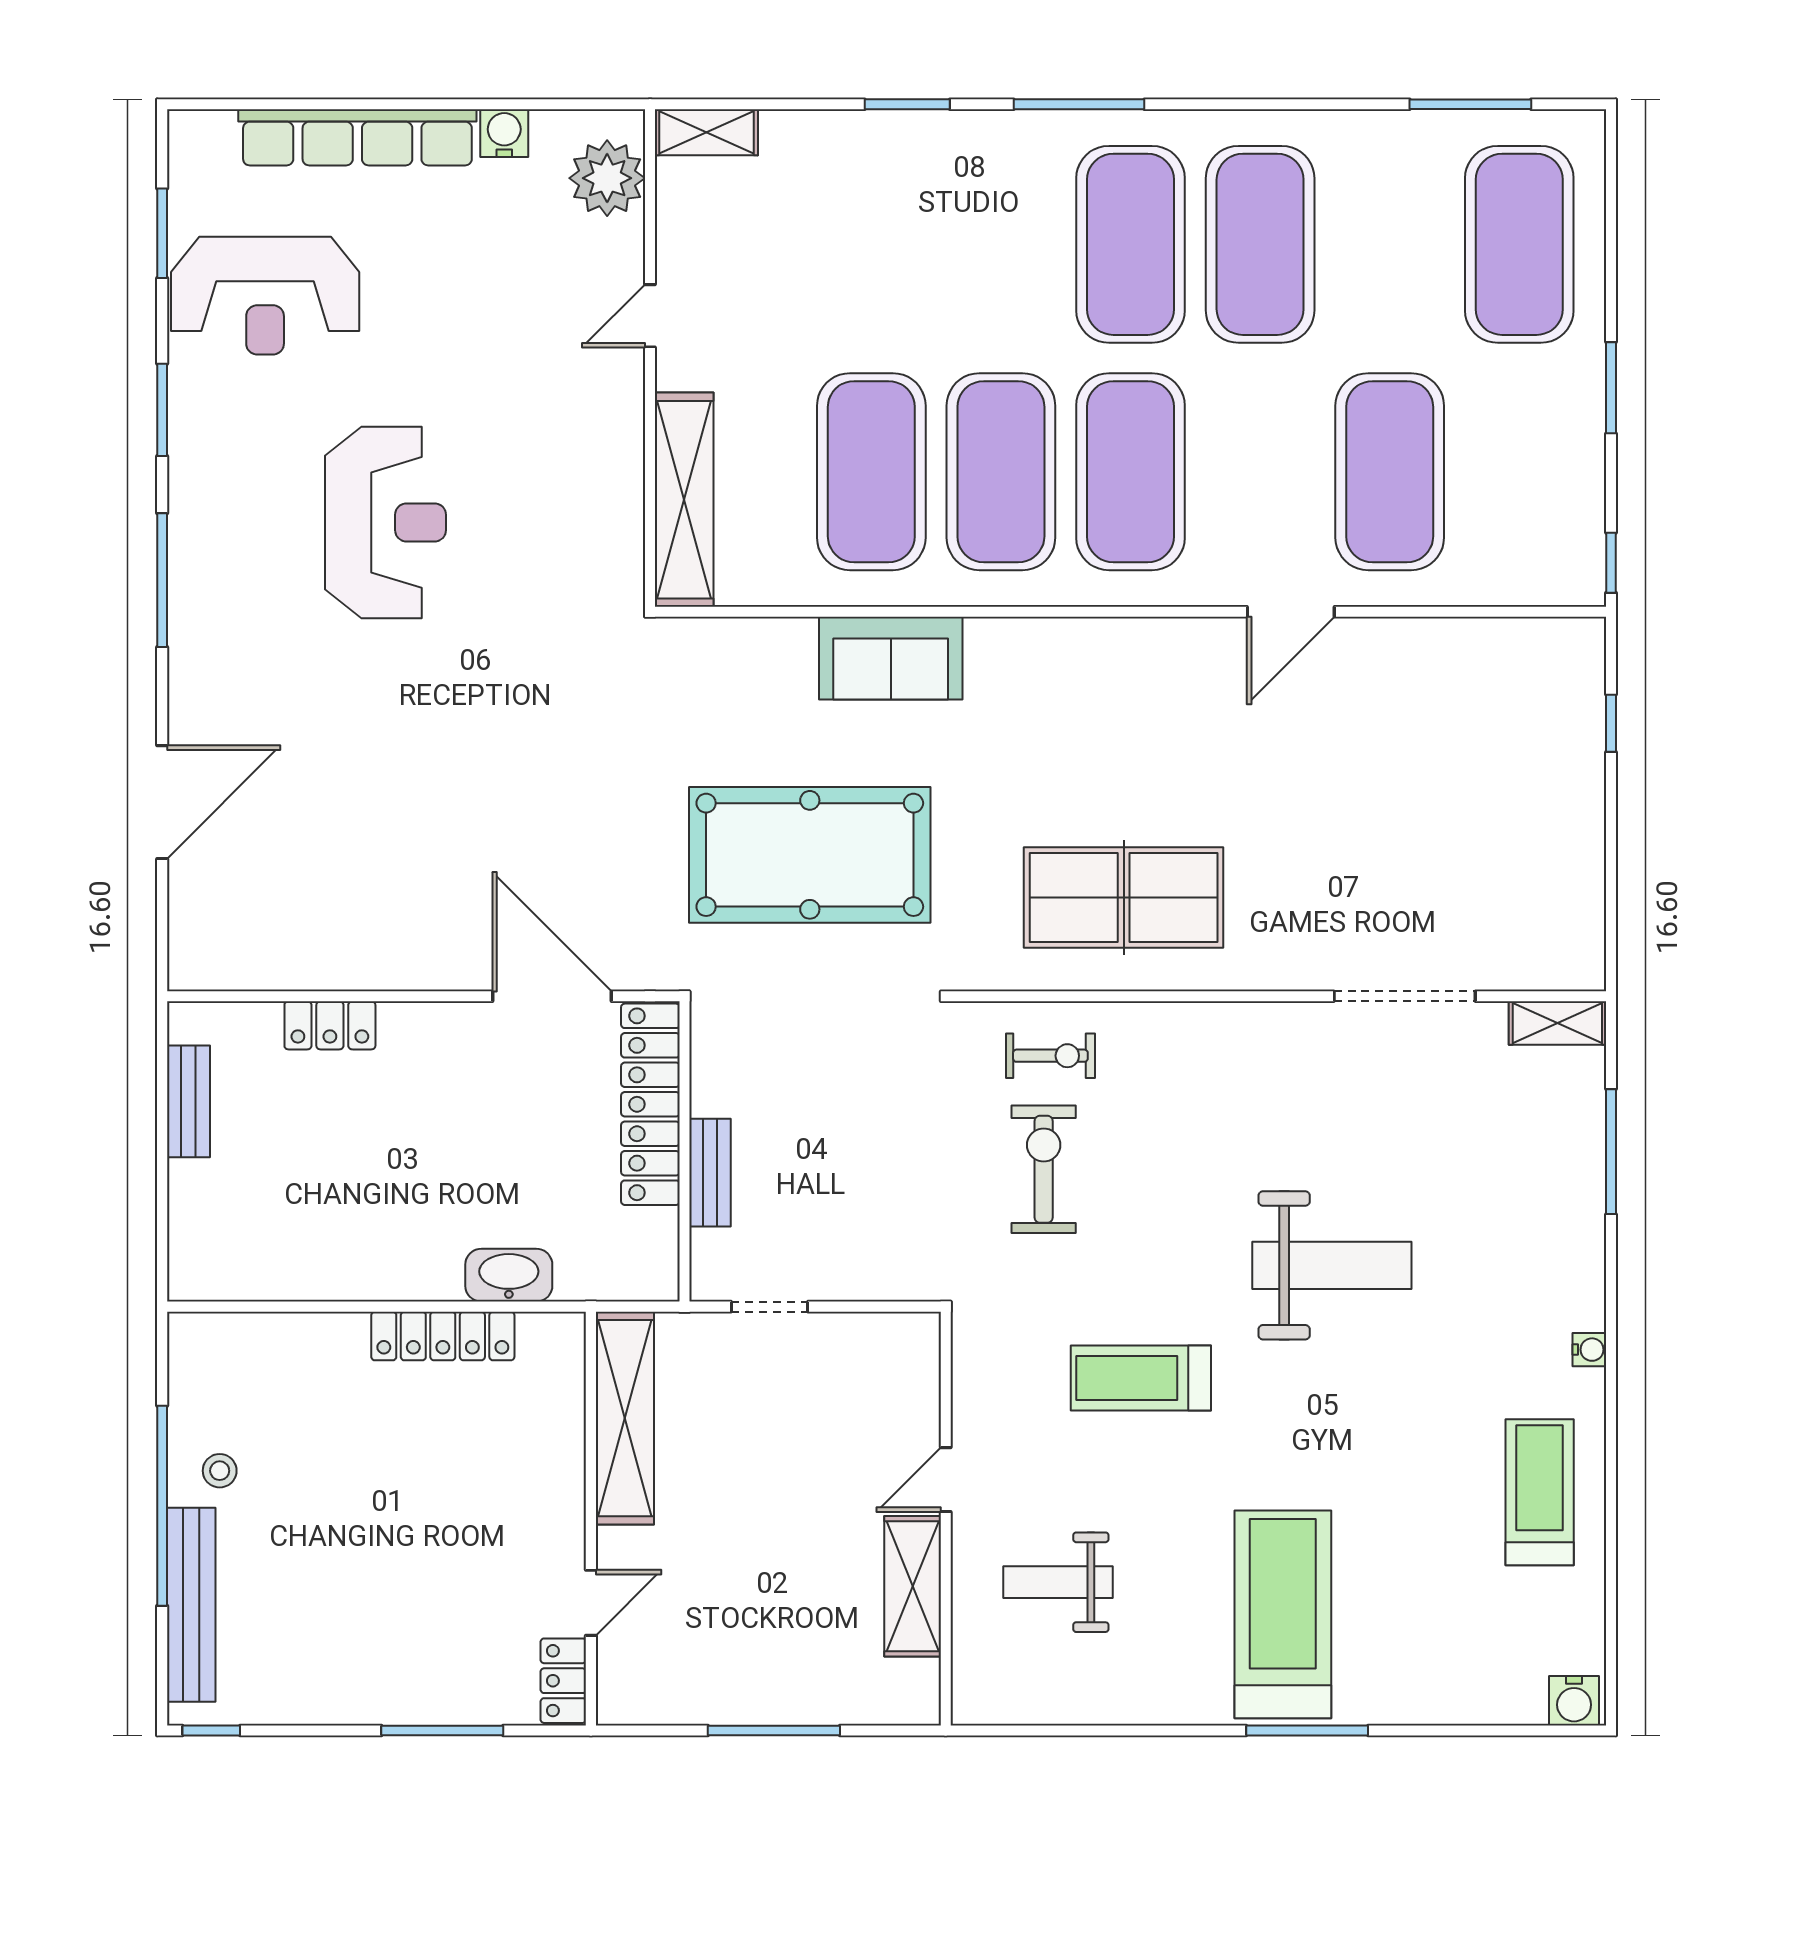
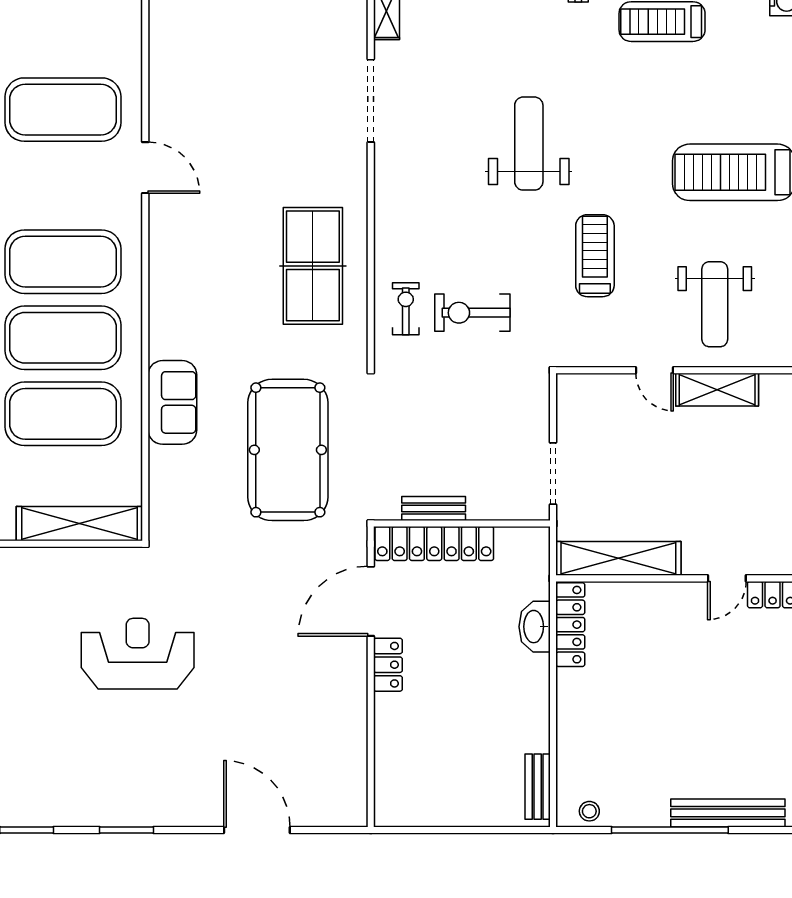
reception desk: (386, 522) -> (138, 654), moved
window: (162, 580) -> (127, 830), width x0.69
locker: (330, 1025) -> (388, 665), moved
bench: (188, 1101) -> (538, 787), moved, turned 90
bench: (710, 1173) -> (434, 508), moved
doorway: (770, 1307) -> (553, 474), width x1.38
locker: (443, 1336) -> (570, 625), moved
treadmill: (1141, 1378) -> (595, 256), turned 180
stool: (220, 1471) -> (589, 811), moved
weight bench: (1058, 1582) -> (715, 304), width x1.36, depth x1.33
door: (591, 1603) -> (727, 578), swing flipped

